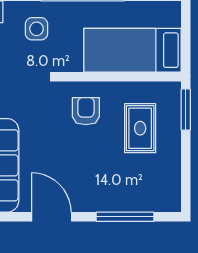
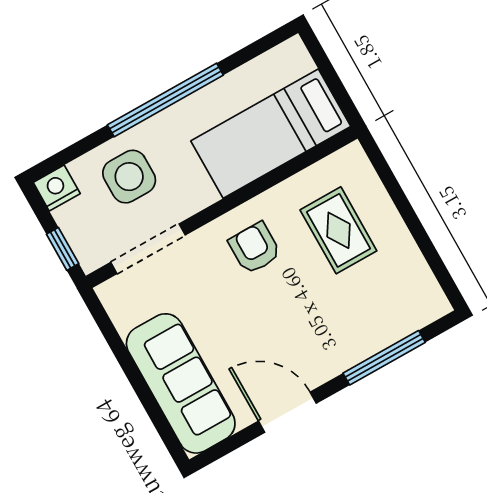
side table: (37, 29) -> (129, 177), width x1.37, depth x1.37
window: (186, 110) -> (384, 172), removed

